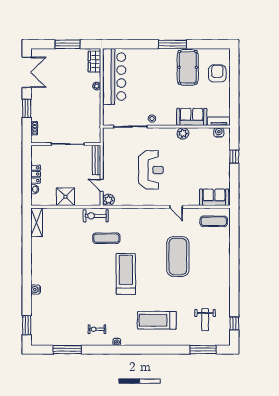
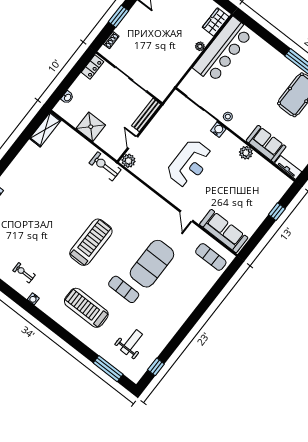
water cooler: (219, 132) -> (218, 130), moved
locker: (36, 174) -> (92, 67), moved
sofa: (214, 197) -> (224, 231), width x1.36
exercise mat: (106, 238) -> (124, 289), moved
weight bench: (205, 320) -> (132, 342), turned 180

